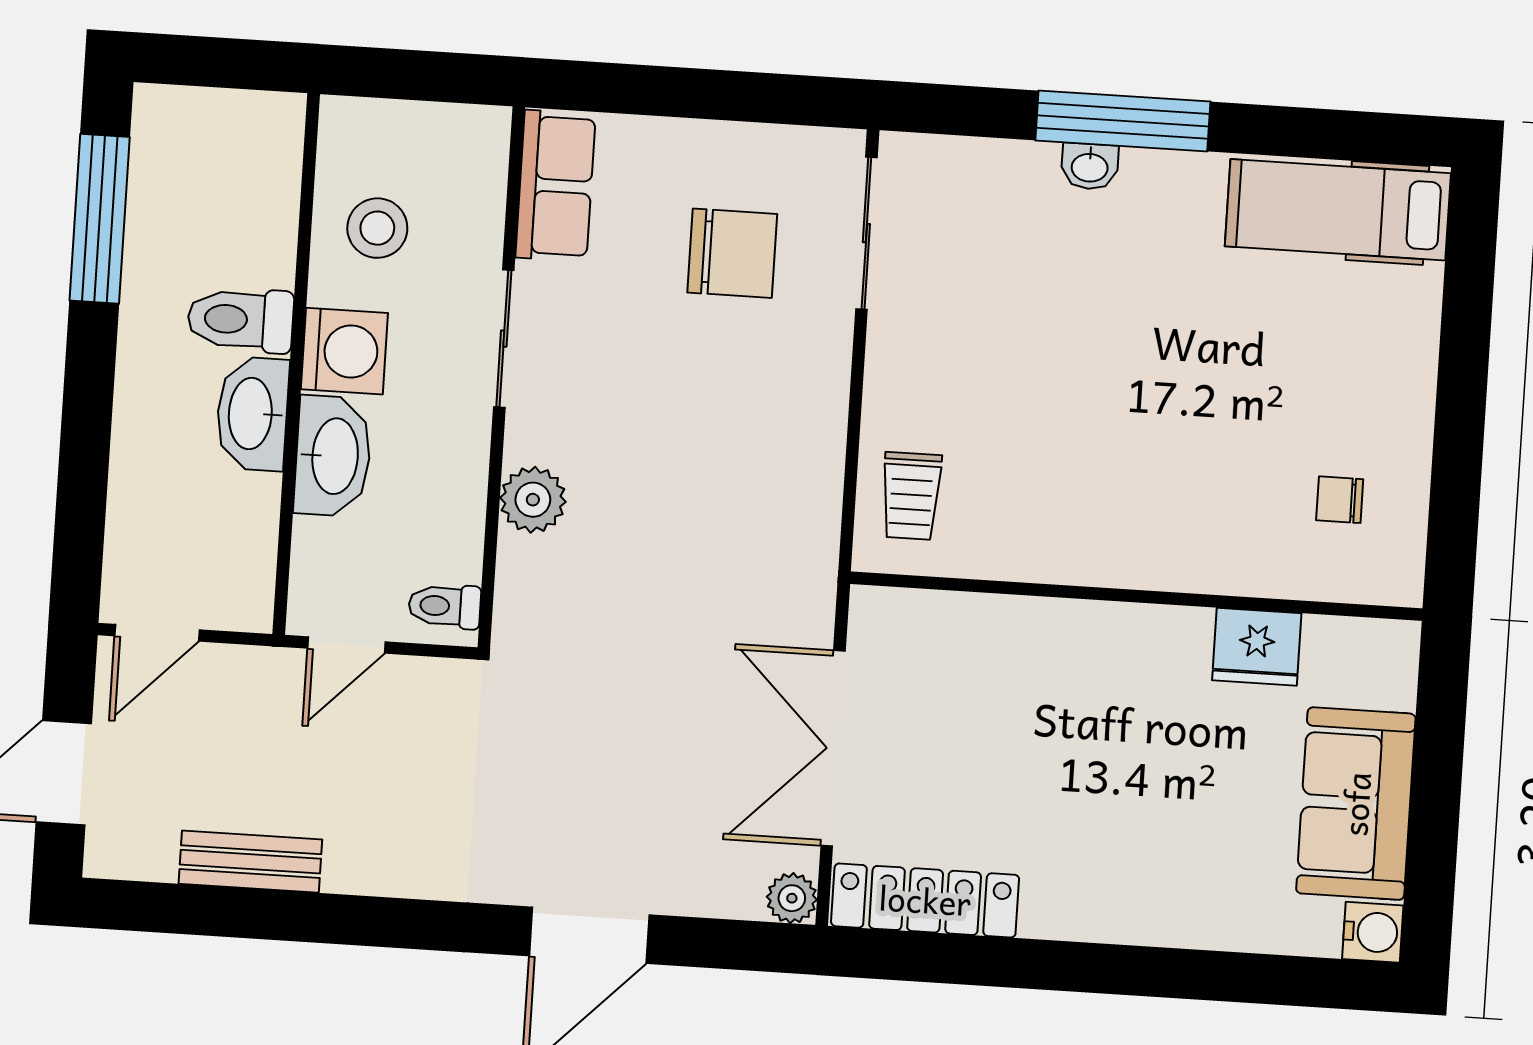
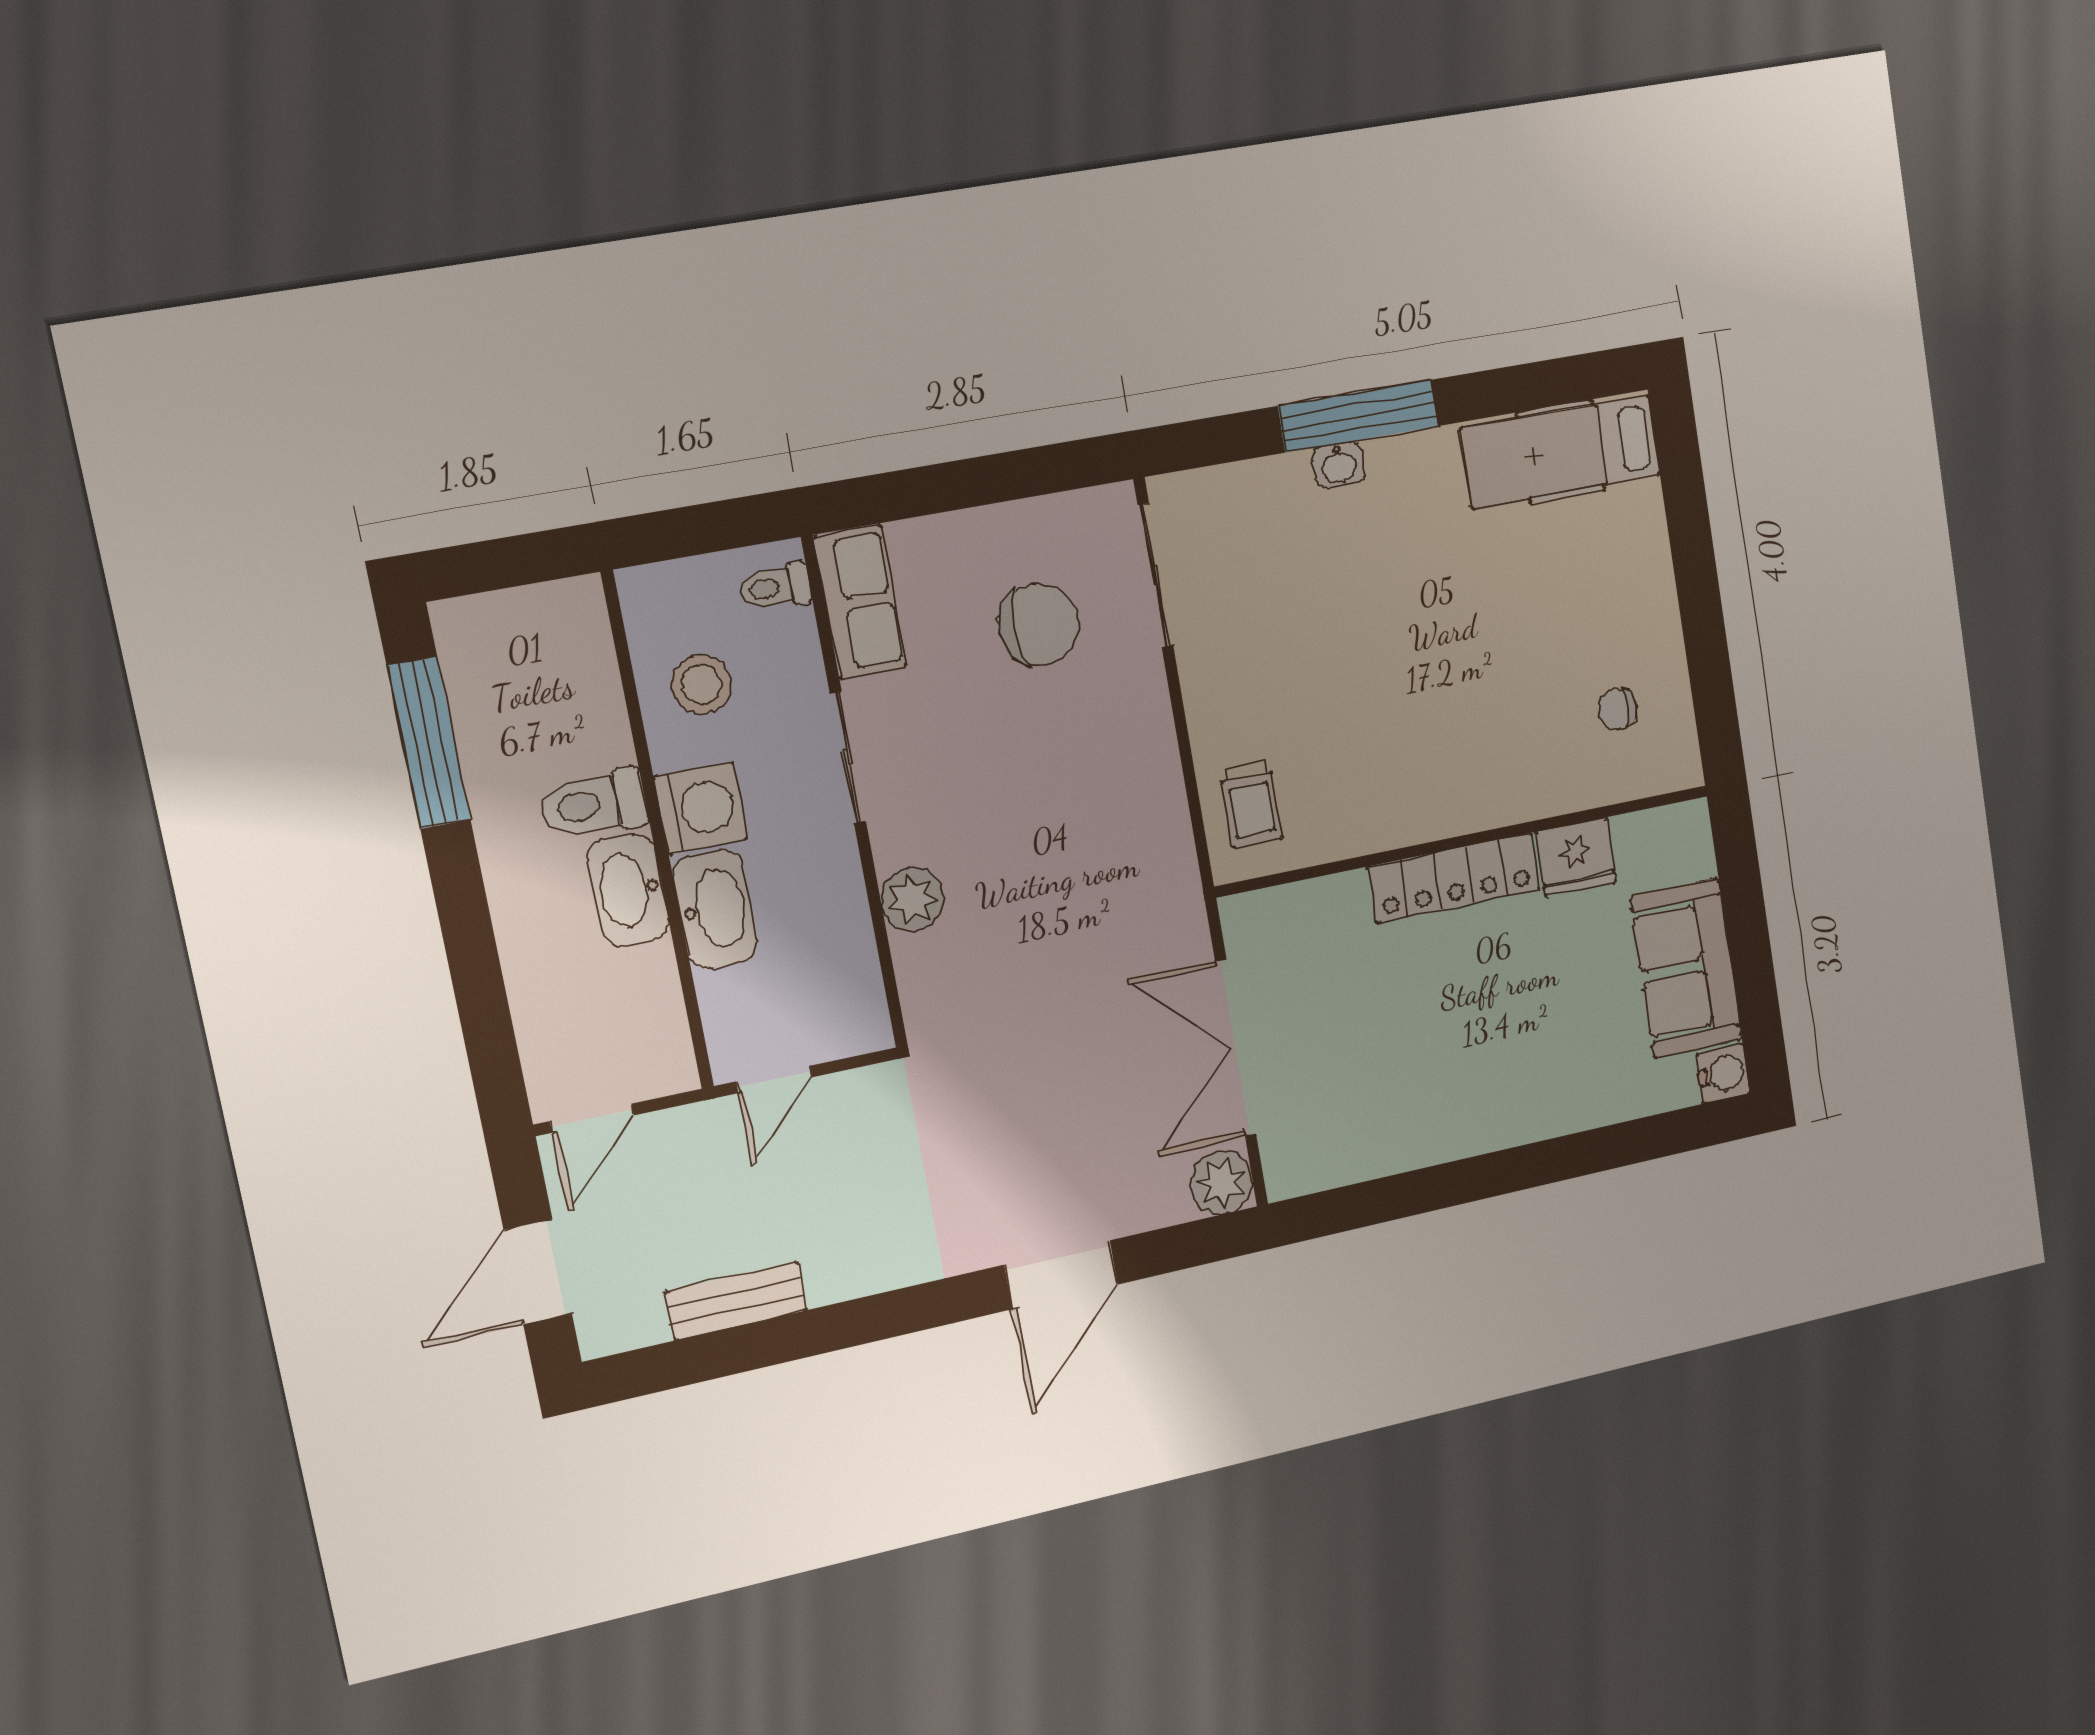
toilet: (445, 606) -> (775, 587), moved
plant: (792, 898) -> (1221, 1183), width x1.38, depth x1.38
locker: (925, 900) -> (1454, 878), moved, turned 180

